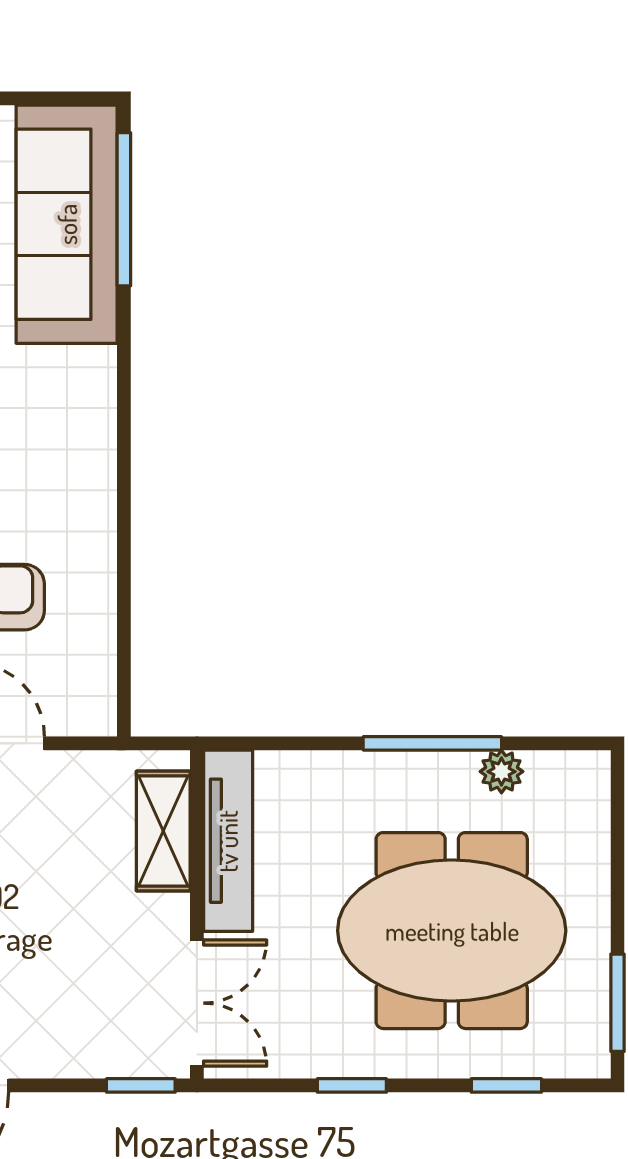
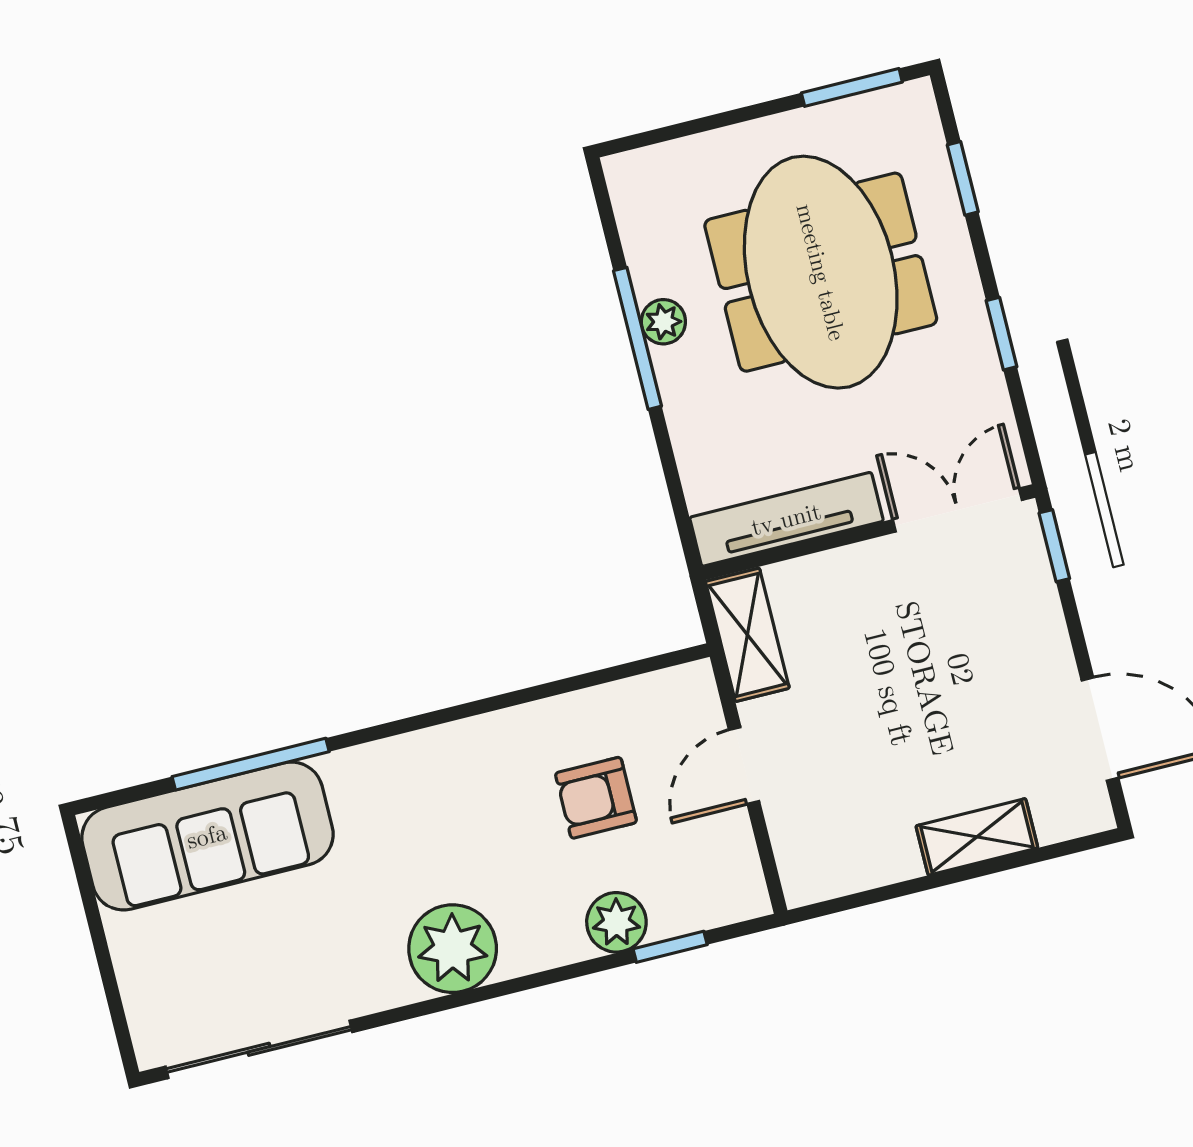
window: (124, 209) -> (251, 764), moved
plant: (501, 772) -> (663, 322), moved
shelving: (163, 831) -> (747, 635), moved, turned 90

